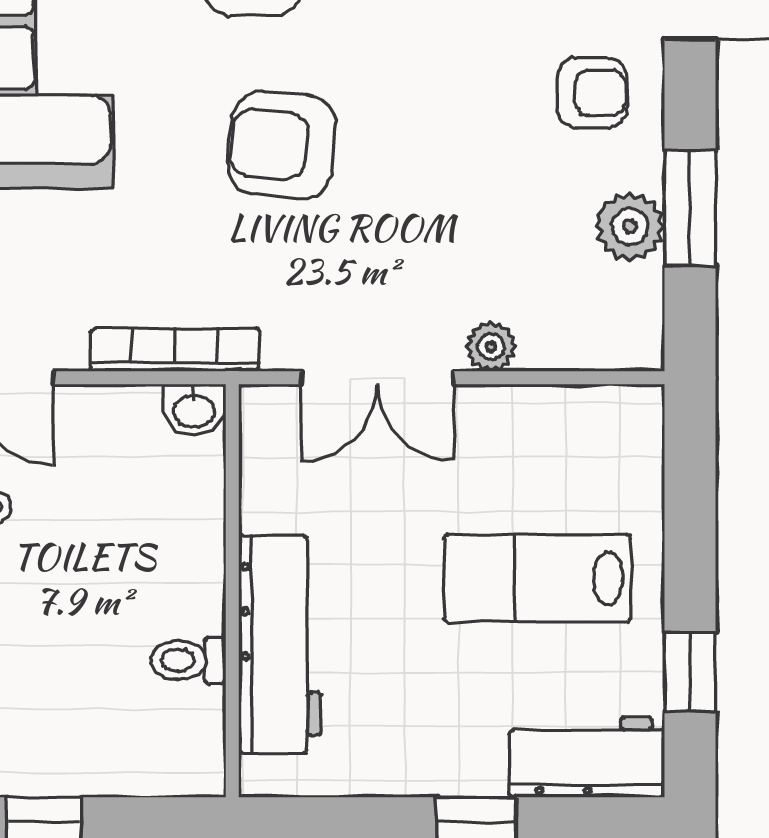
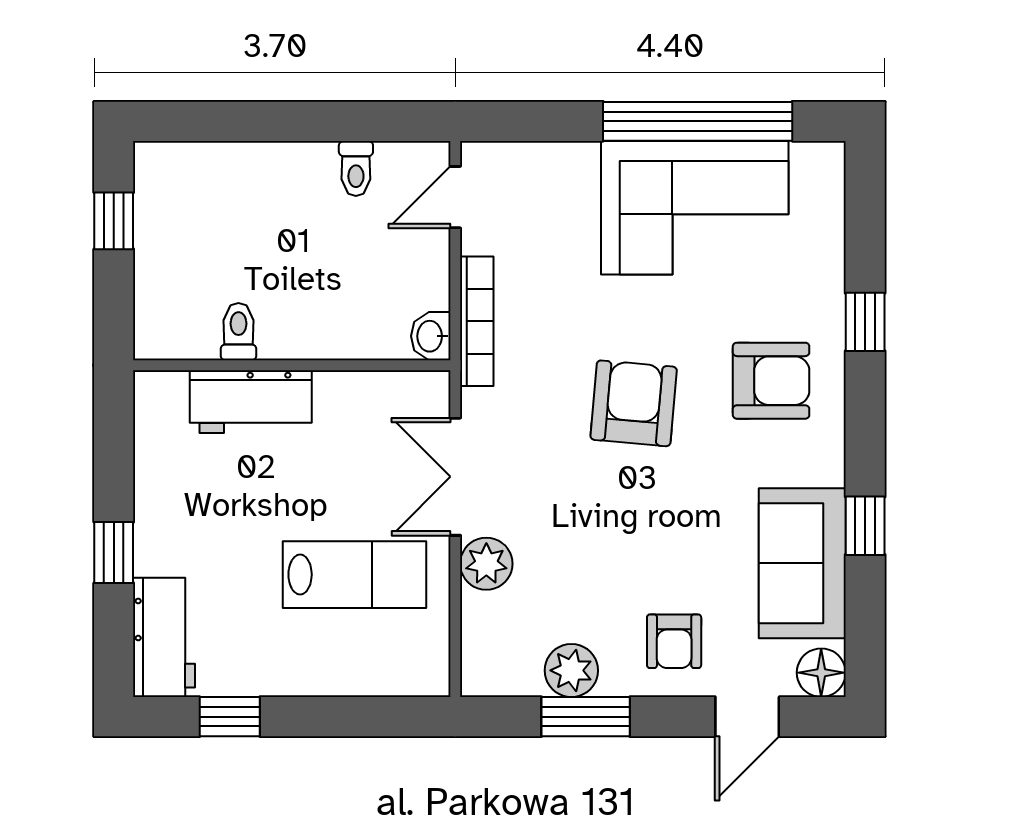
plant: (491, 347) -> (486, 564), width x1.38, depth x1.38
lab bench: (537, 578) -> (355, 575), moved, turned 90
workbench: (280, 644) -> (251, 402), width x0.73

